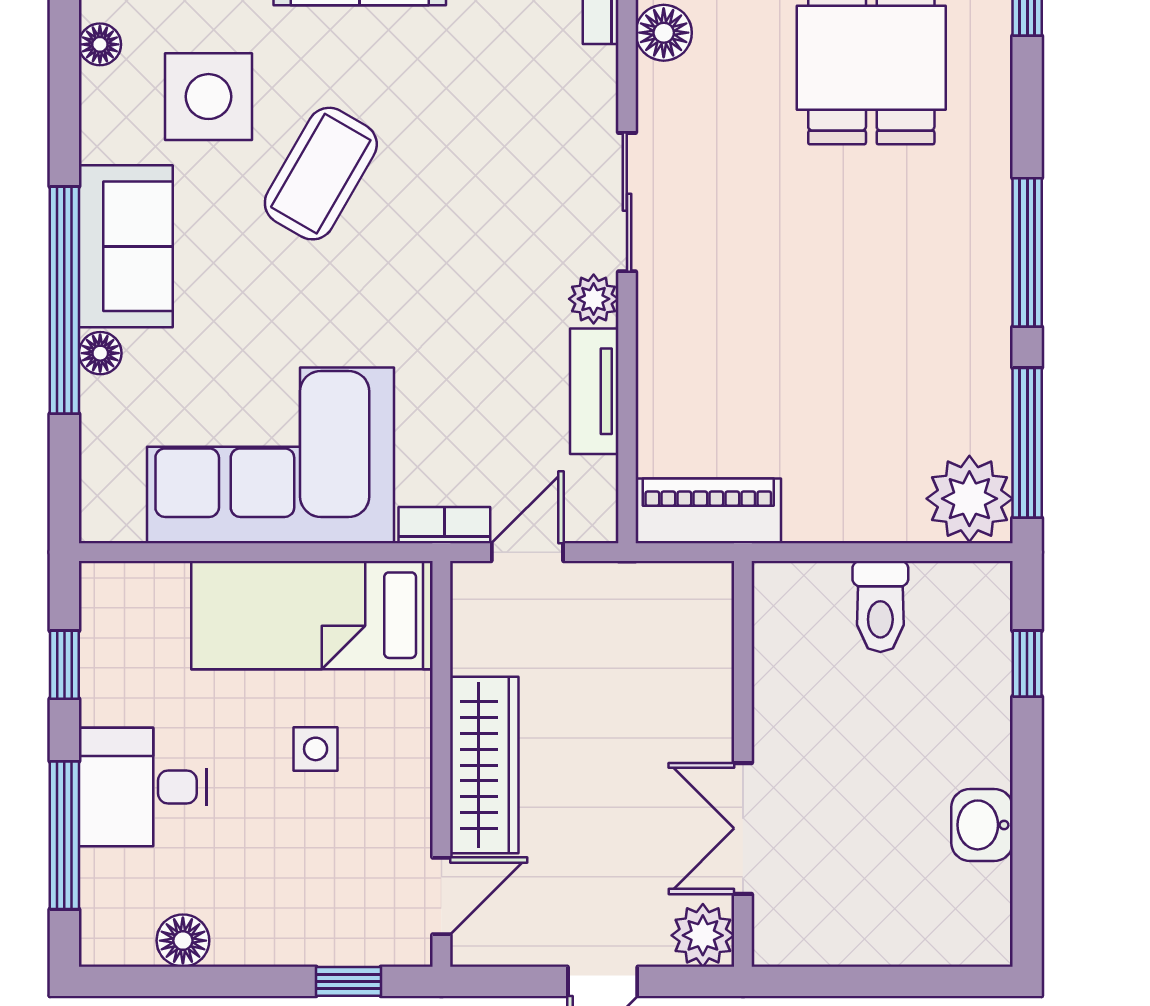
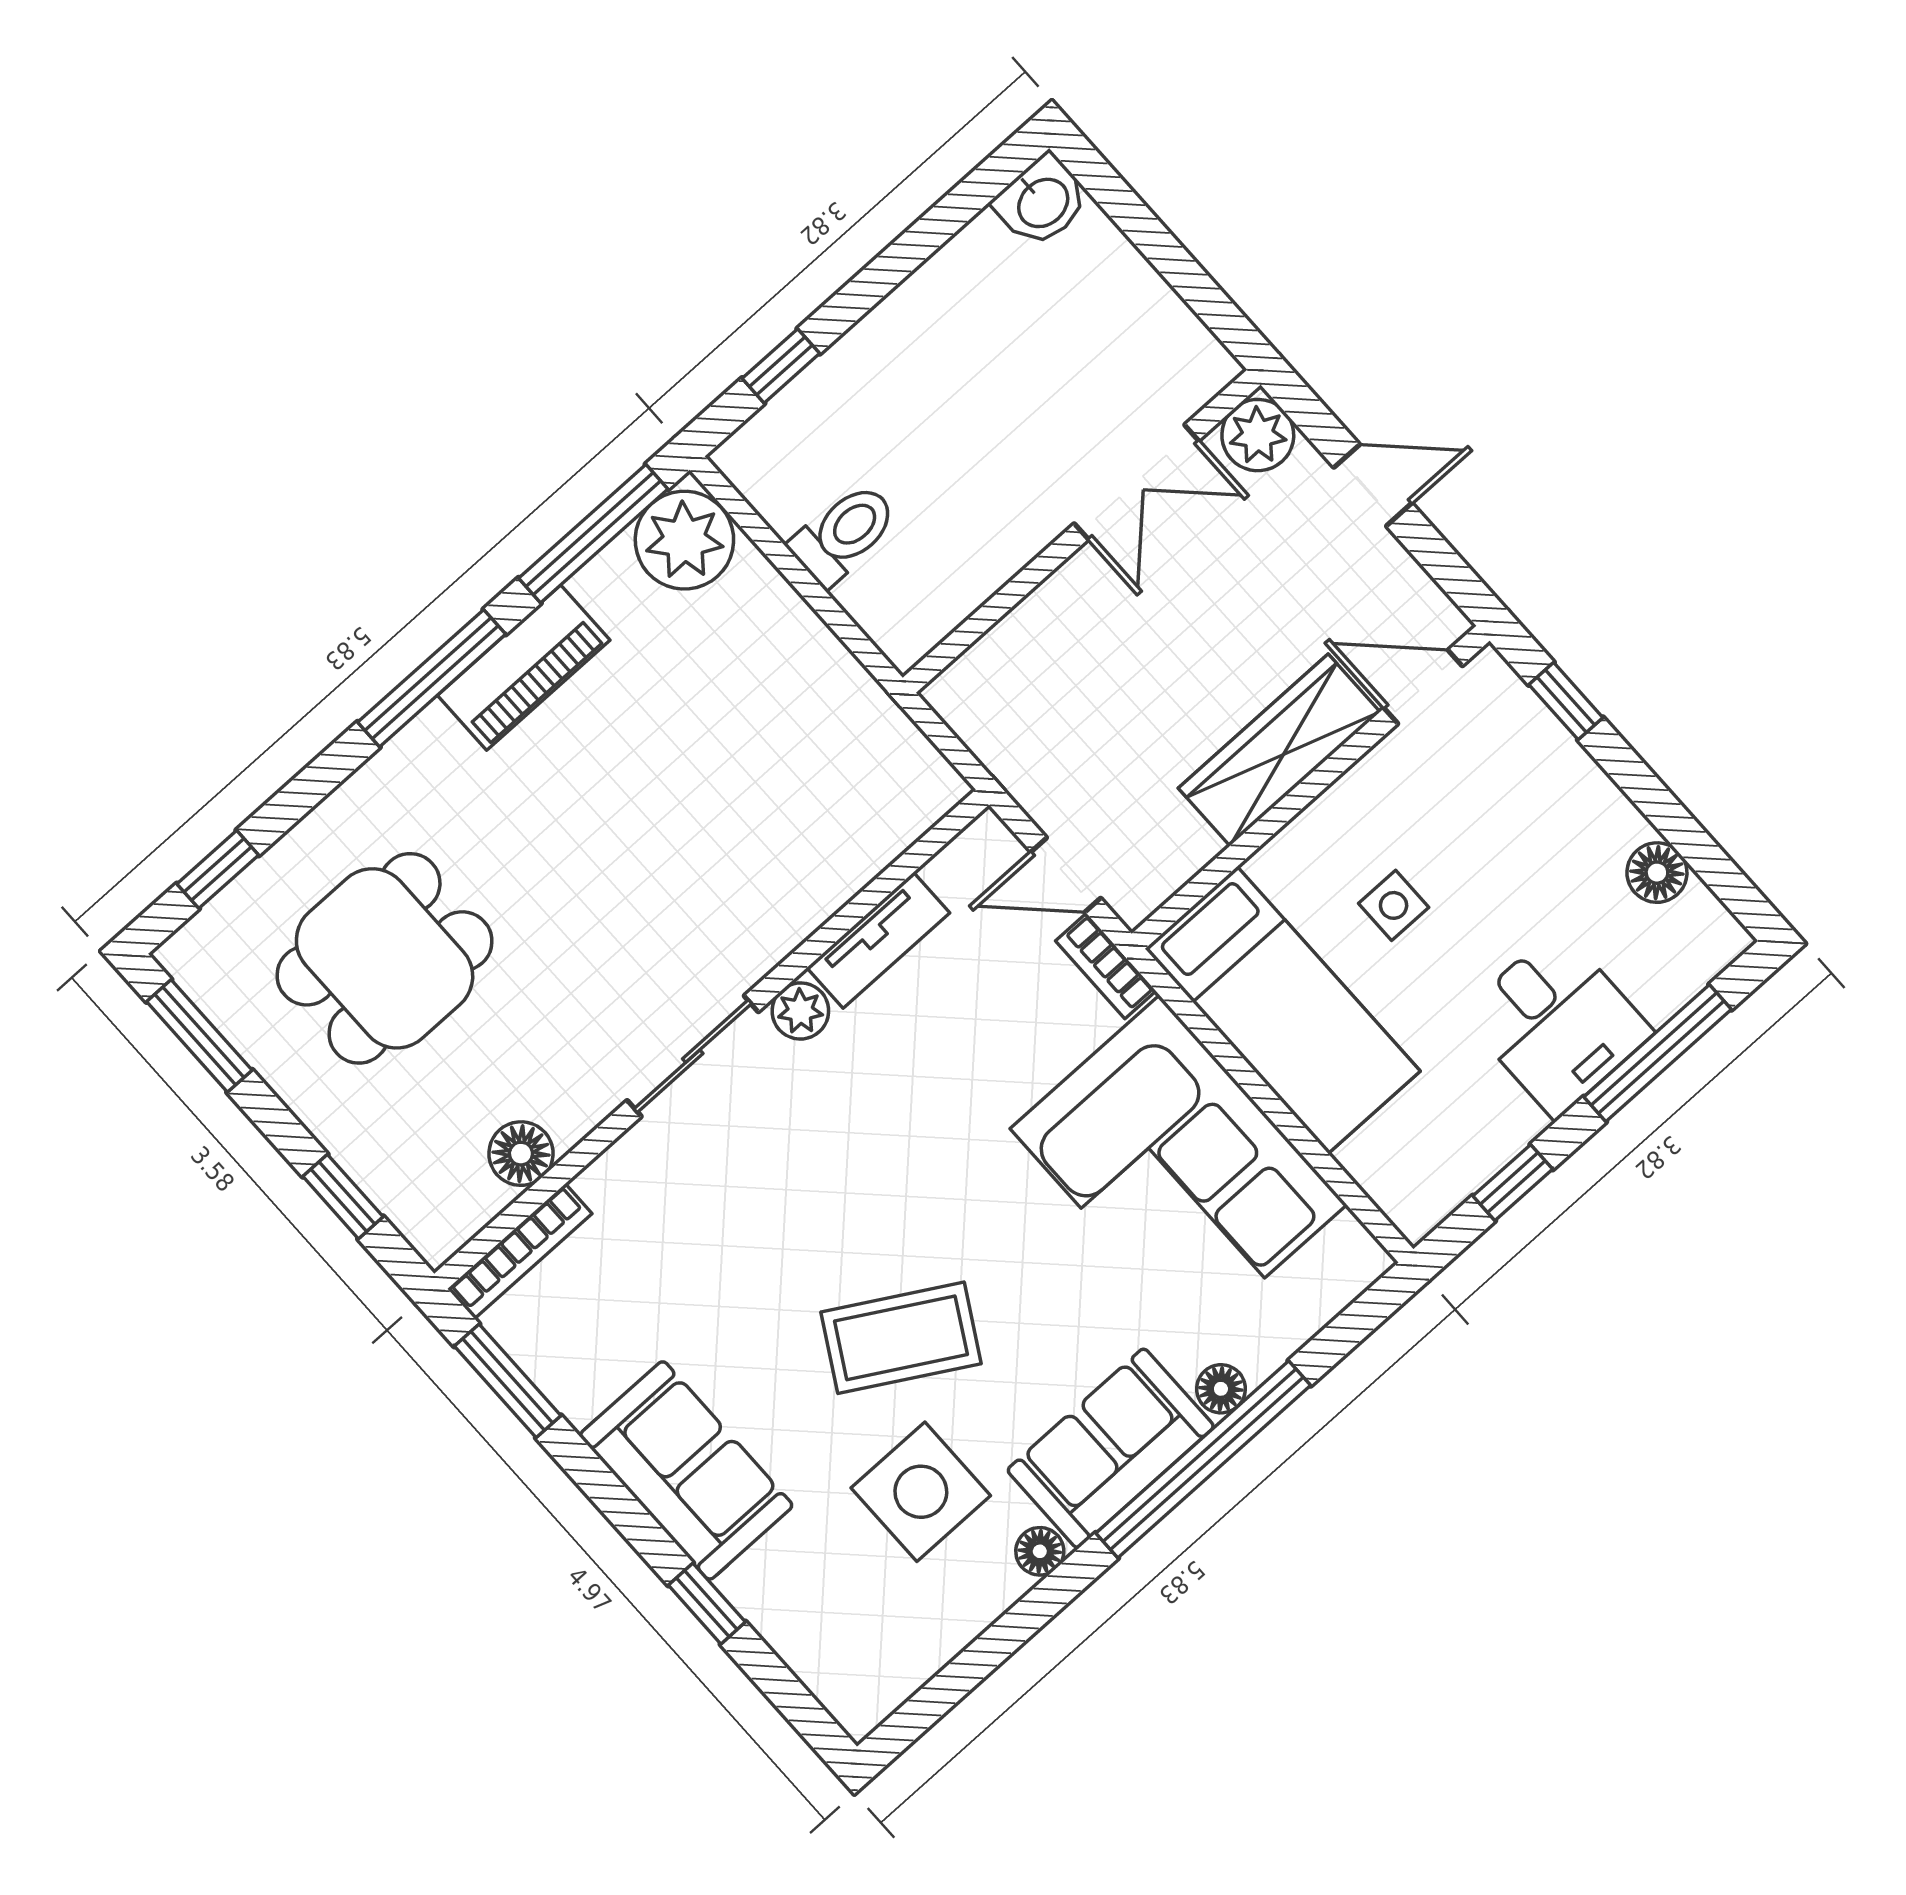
floor lamp: (100, 44) -> (1040, 1551), moved
piano: (708, 511) -> (524, 668), moved, turned -90
washbasin: (982, 825) -> (1042, 201), moved

